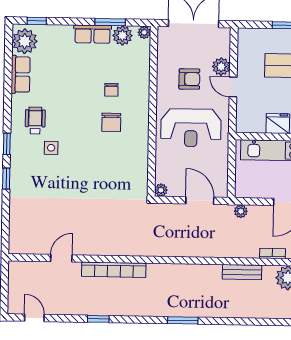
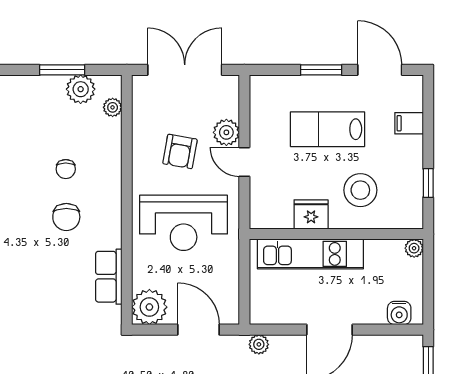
plant: (144, 32) -> (113, 107), moved
row of seats: (93, 34) -> (109, 277), moved, turned 90
armchair: (189, 79) -> (180, 151), turned 100
plant: (161, 190) -> (149, 307), width x1.87, depth x1.87

